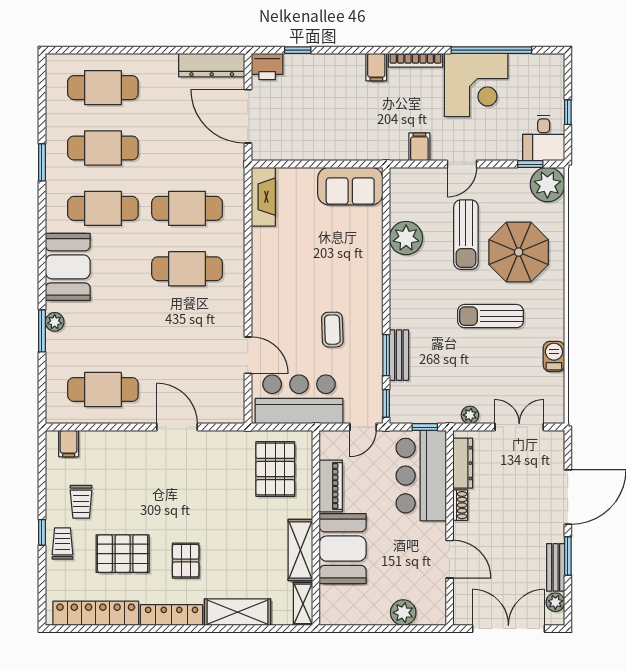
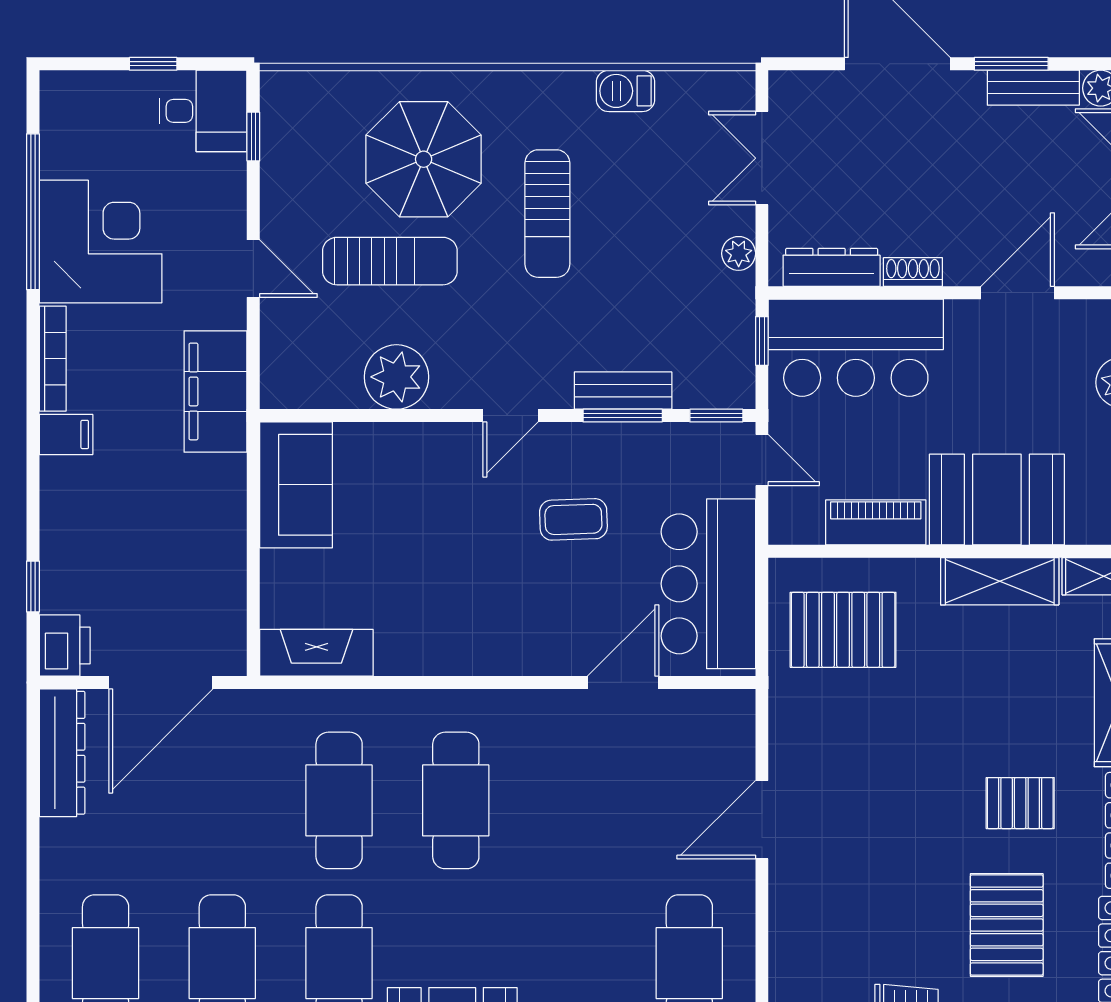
filing cabinet: (419, 147) -> (215, 391), width x3.00, depth x1.17
plant: (547, 185) -> (293, 103), removed
door: (386, 297) -> (511, 416), added

